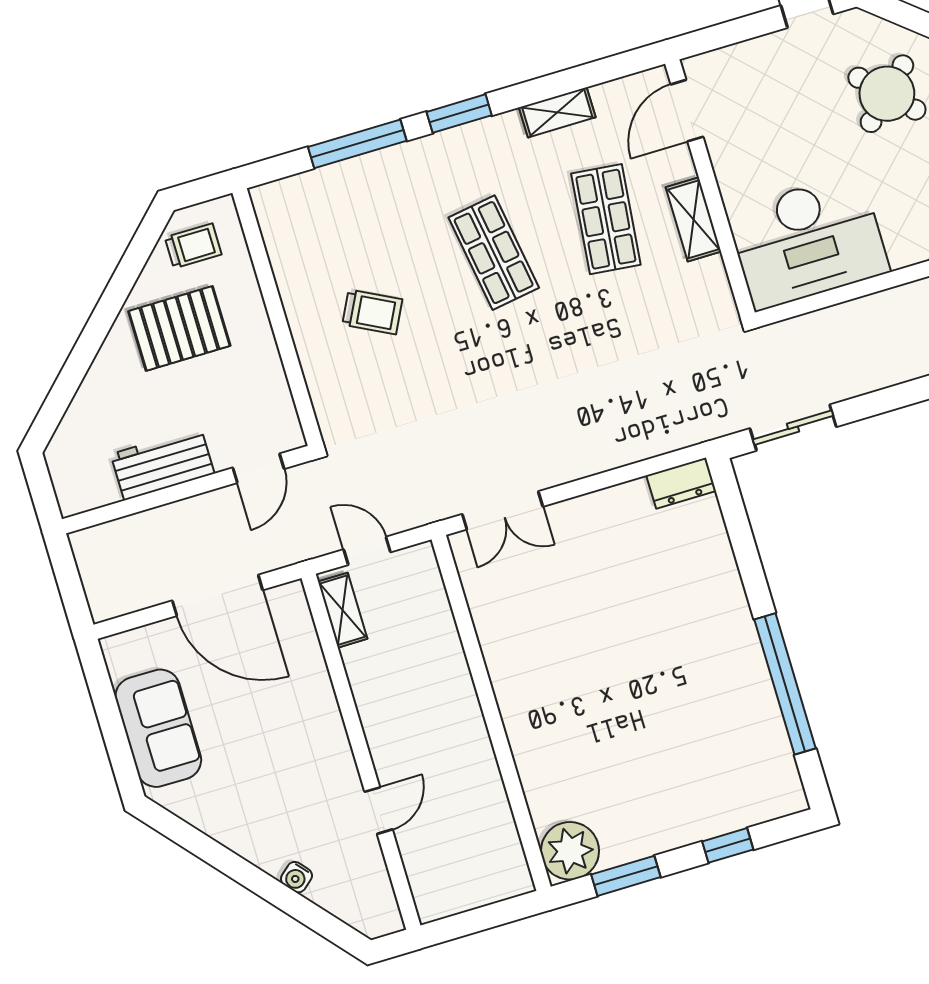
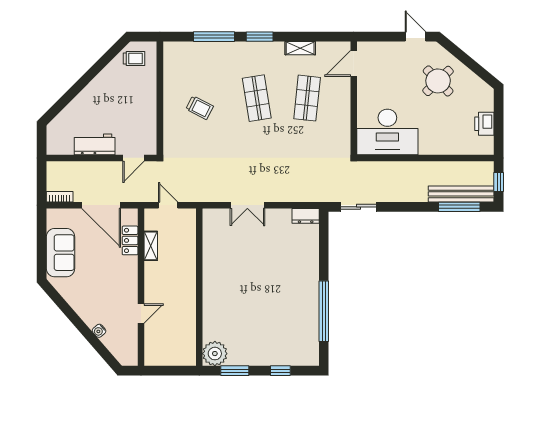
shelving: (693, 219) -> (343, 109), removed
pallet: (179, 328) -> (118, 91), removed
double door: (502, 510) -> (247, 205), moved
bookcase: (119, 604) -> (60, 197), added
shelving: (343, 610) -> (151, 246), moved
locker: (306, 655) -> (130, 240), added

